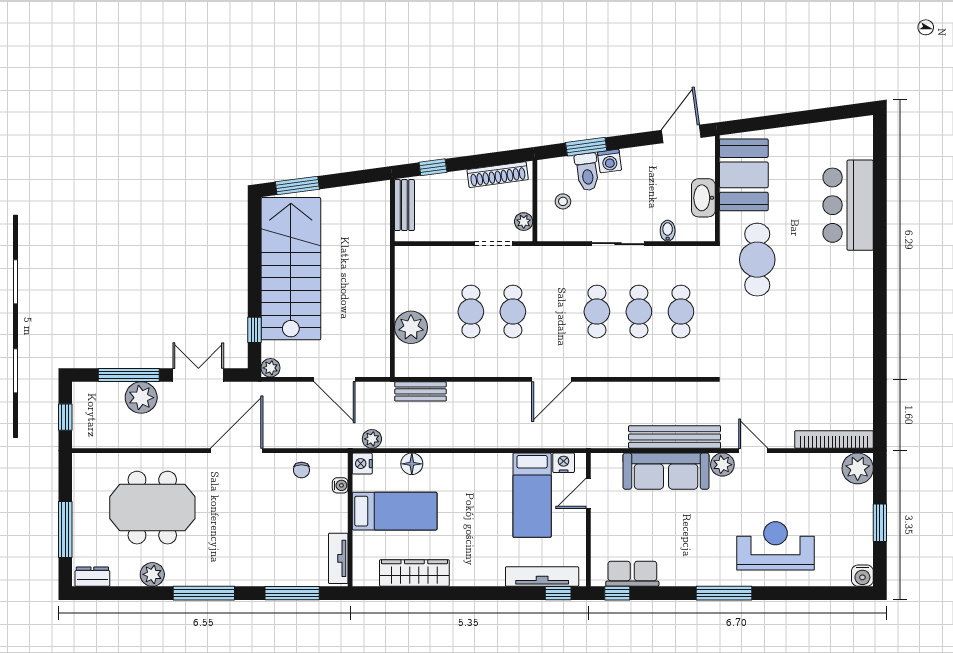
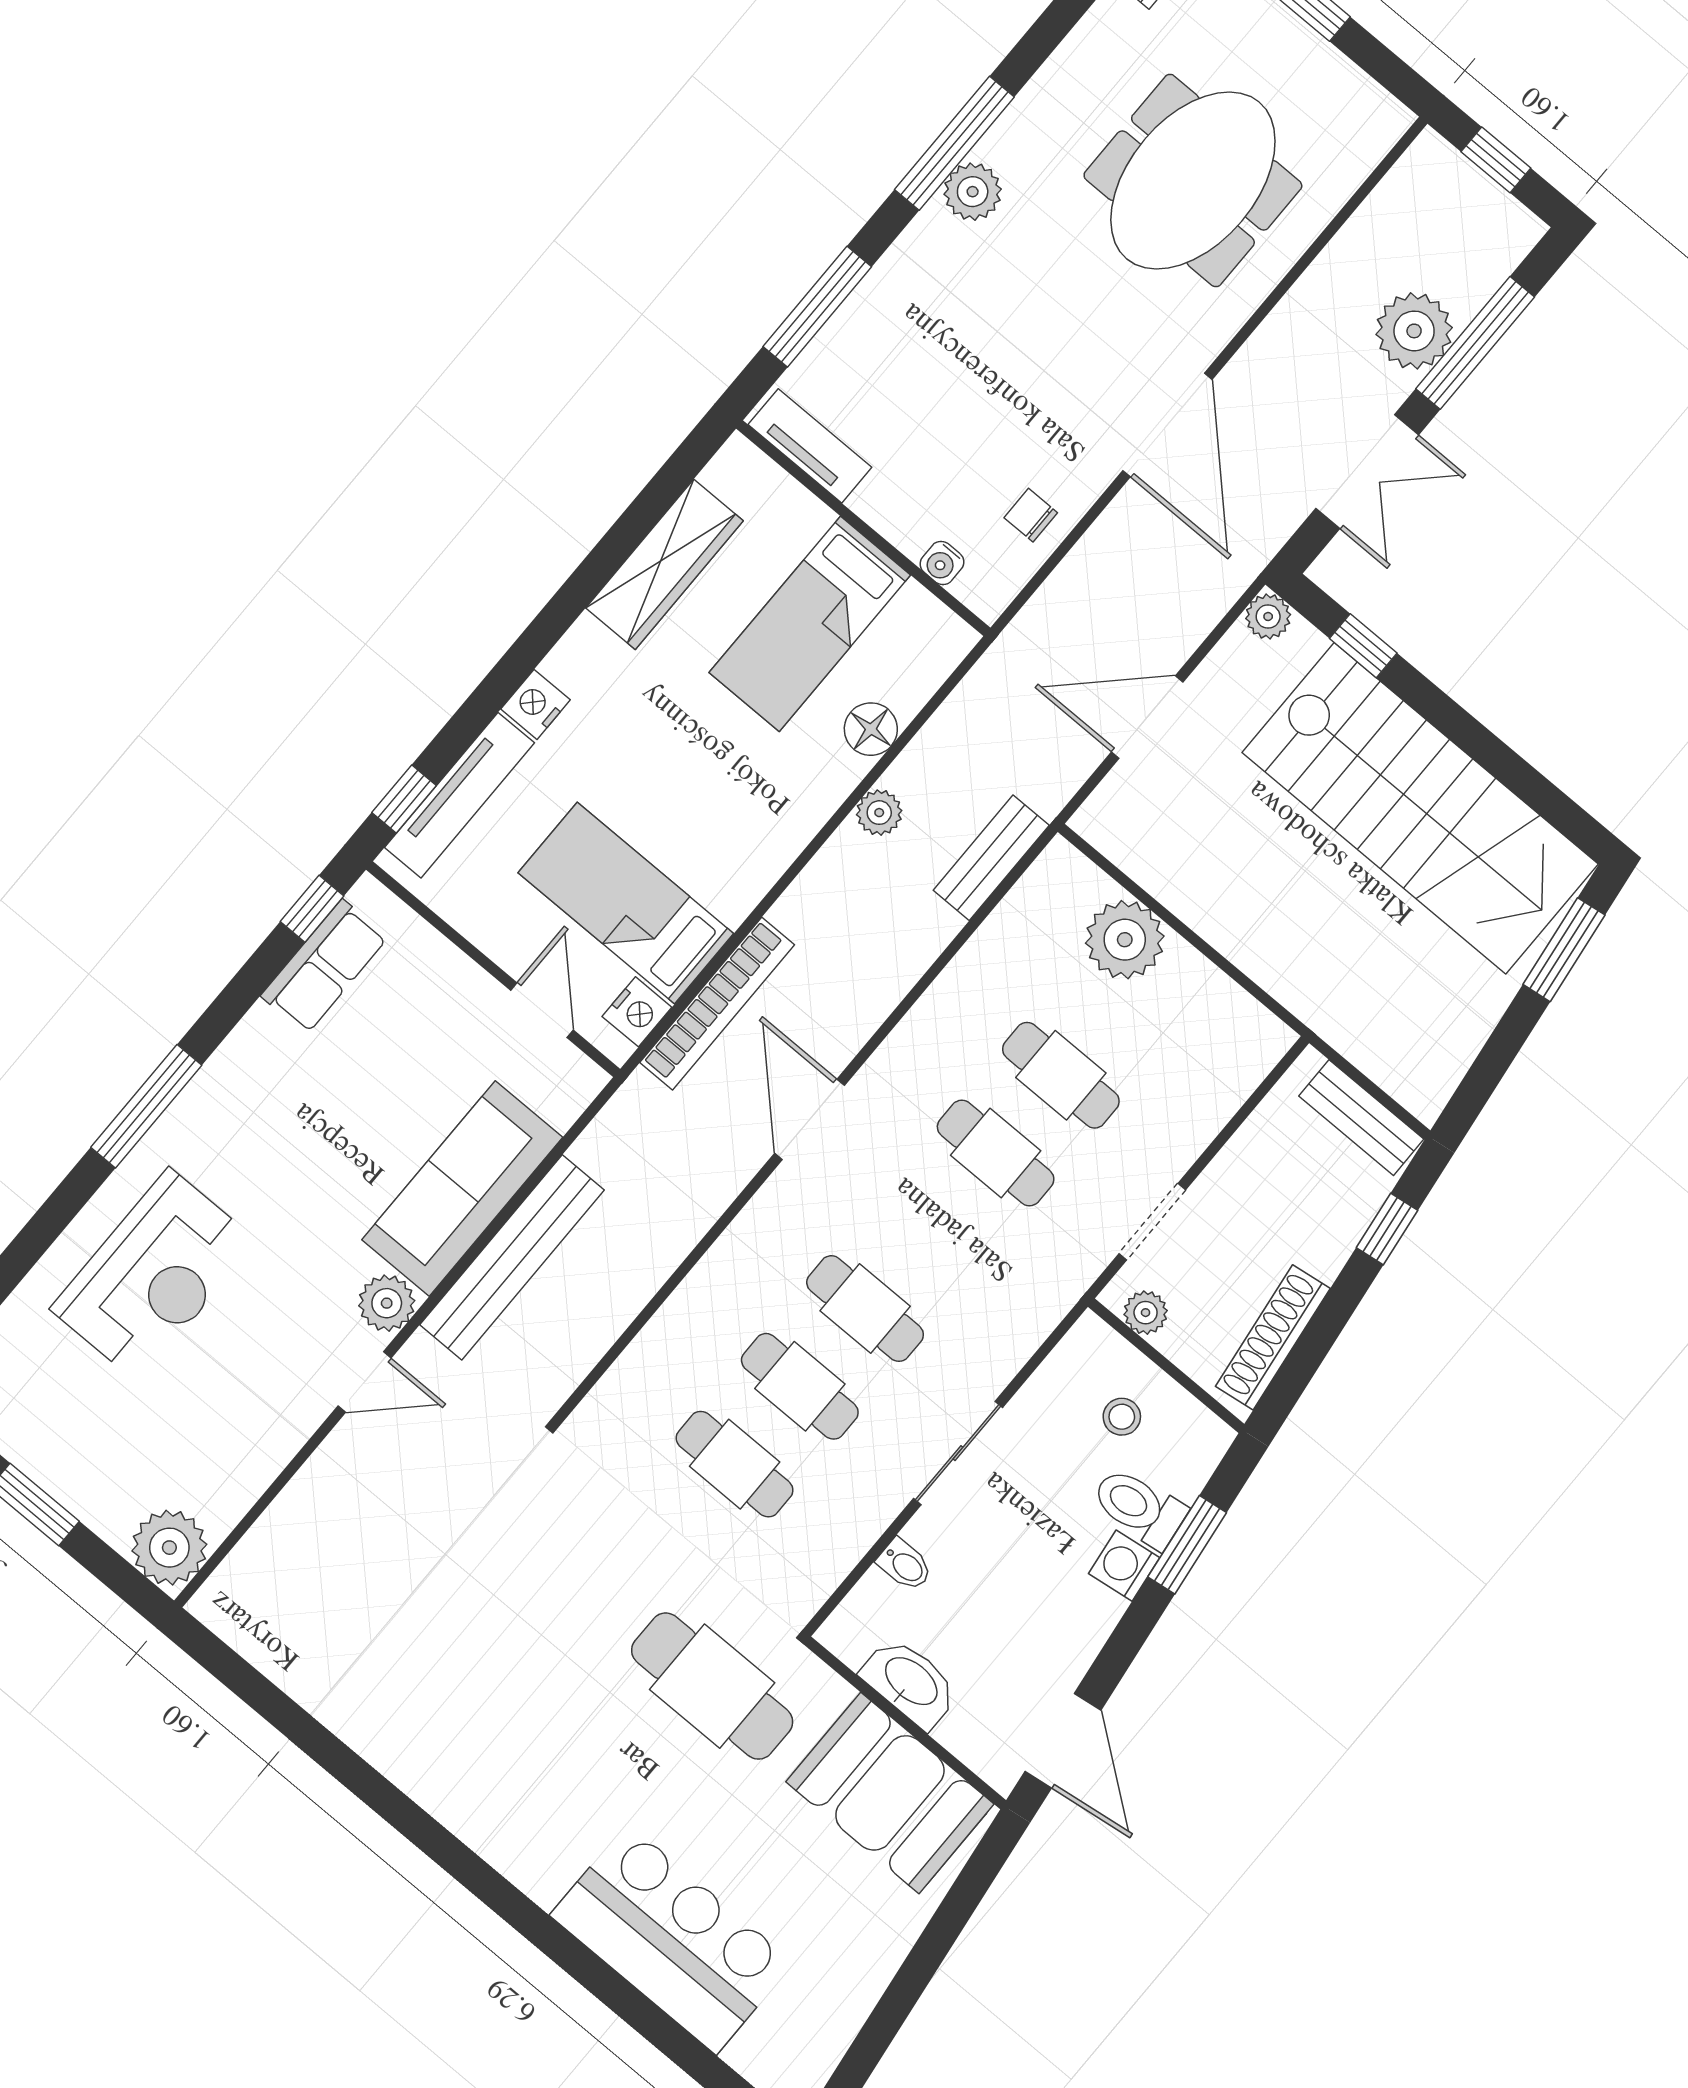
plant: (372, 439) -> (879, 813), moved
bookcase: (834, 440) -> (717, 1004), moved
nightstand: (362, 464) -> (536, 704), moved, turned -90
plant: (152, 574) -> (973, 192), moved

